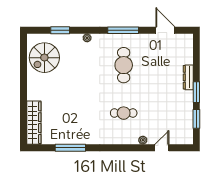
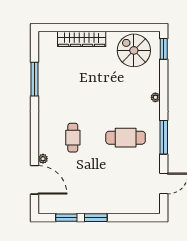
window: (60, 30) -> (164, 49), moved
dresser: (188, 77) -> (112, 209), removed
wardrobe: (34, 123) -> (82, 39), moved
door: (162, 148) -> (35, 180), width x1.88

